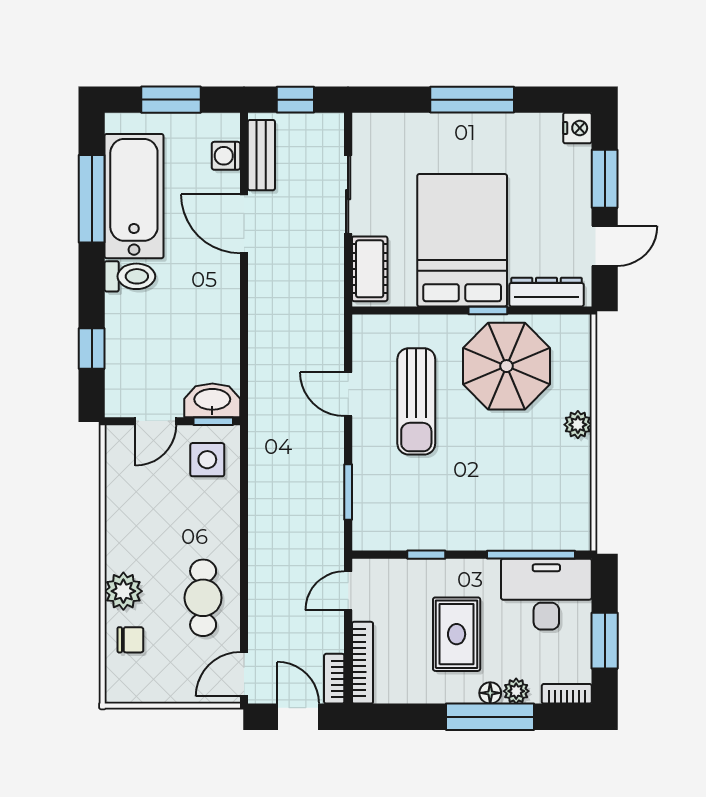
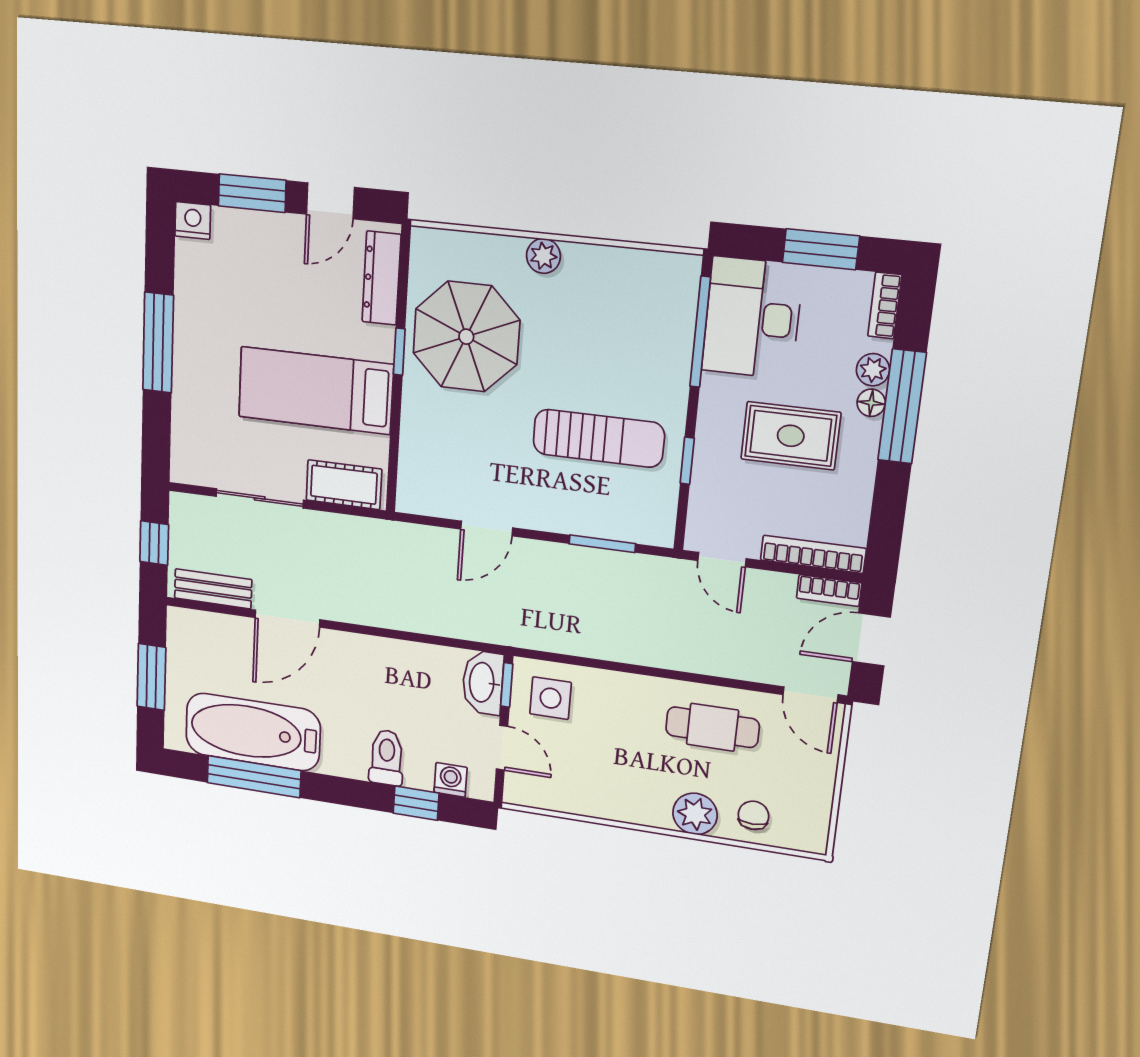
washing machine: (226, 156) -> (451, 780), moved, turned 180
bed: (462, 240) -> (316, 391), width x0.67
door: (605, 246) -> (330, 201), swing flipped
toilet: (130, 276) -> (387, 758), moved
sun lounger: (416, 401) -> (598, 438), moved

